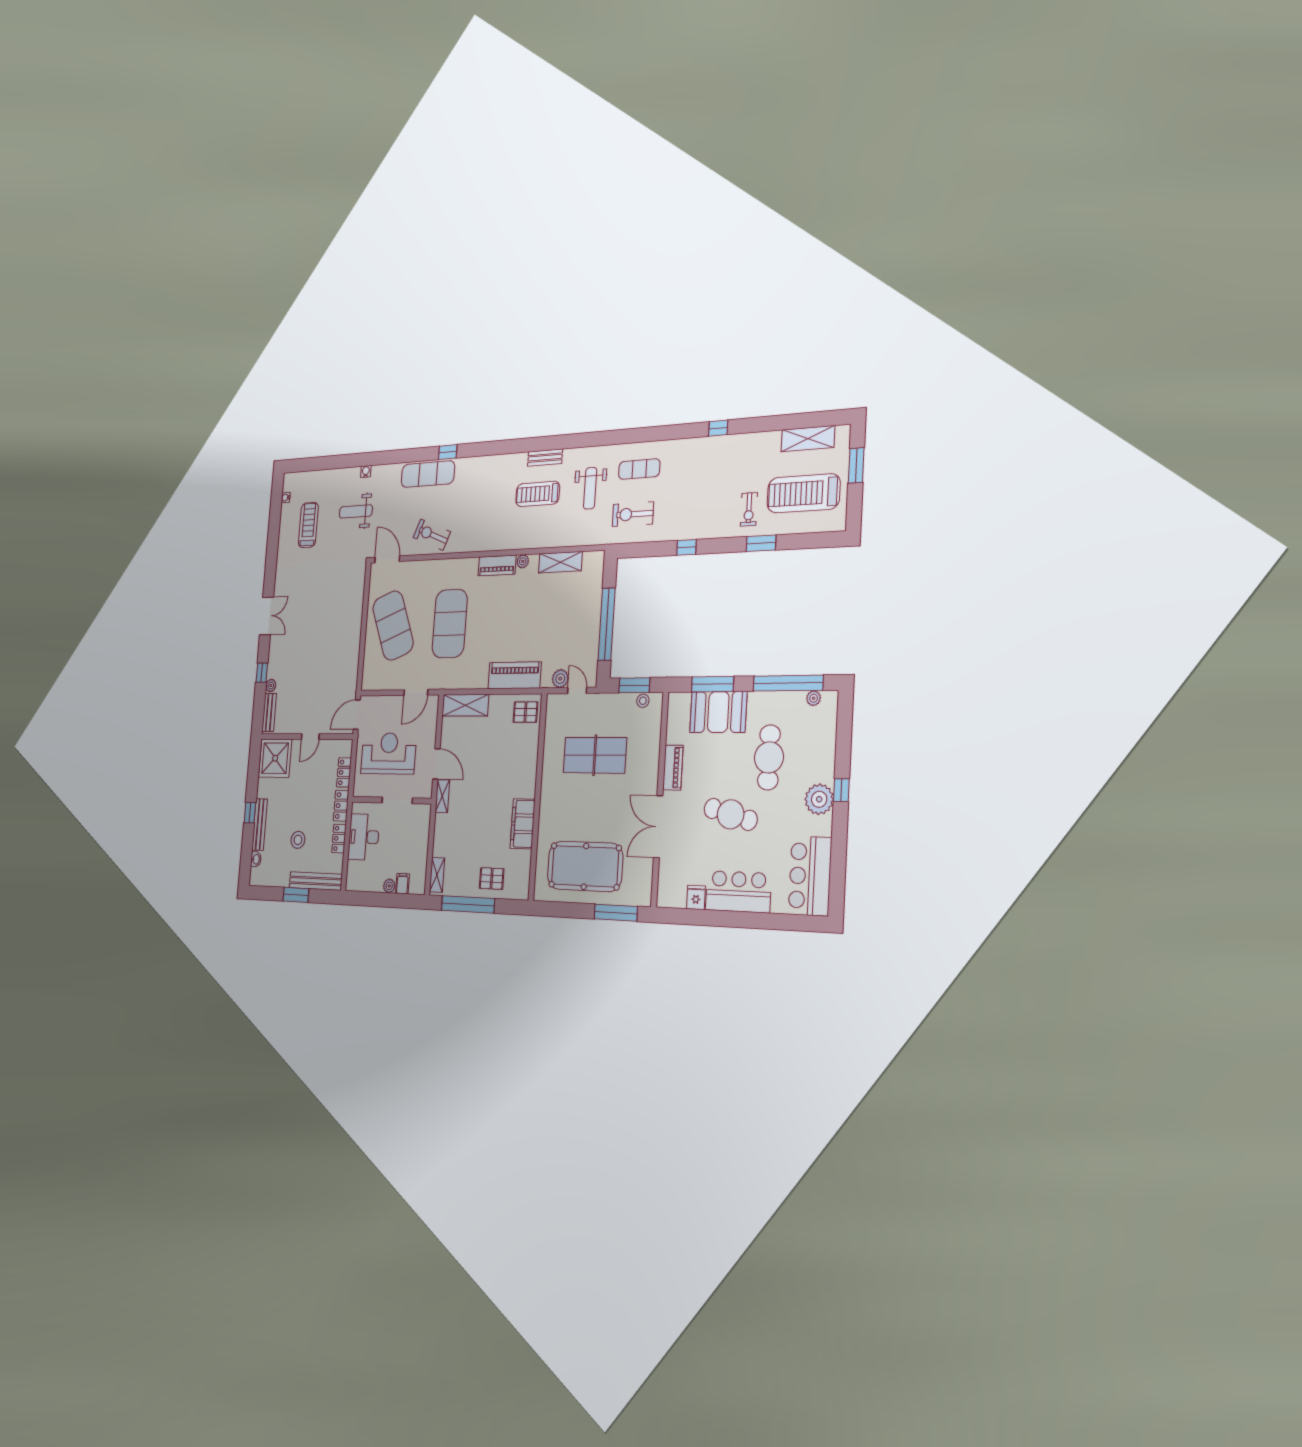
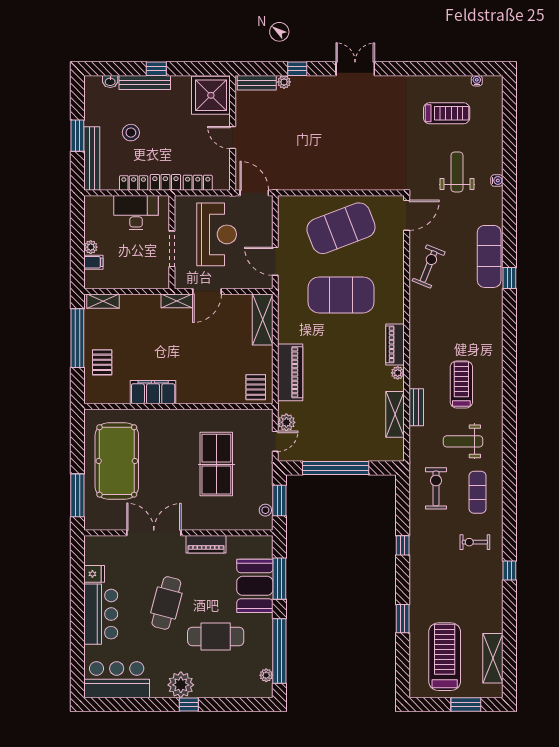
bench: (545, 458) -> (416, 407), moved
exercise bike: (749, 509) -> (475, 542), moved
double door: (267, 616) -> (355, 69), swing flipped

